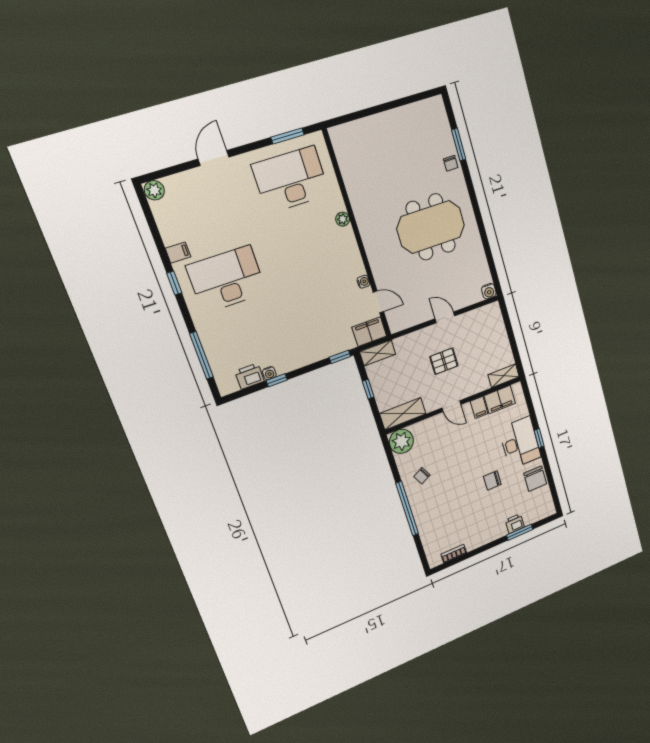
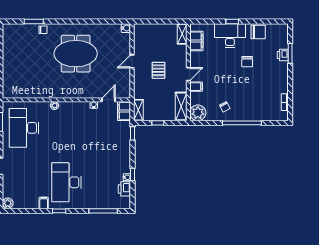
meeting table: (431, 227) -> (76, 54), turned 90
filing cabinet: (479, 407) -> (196, 87), moved

